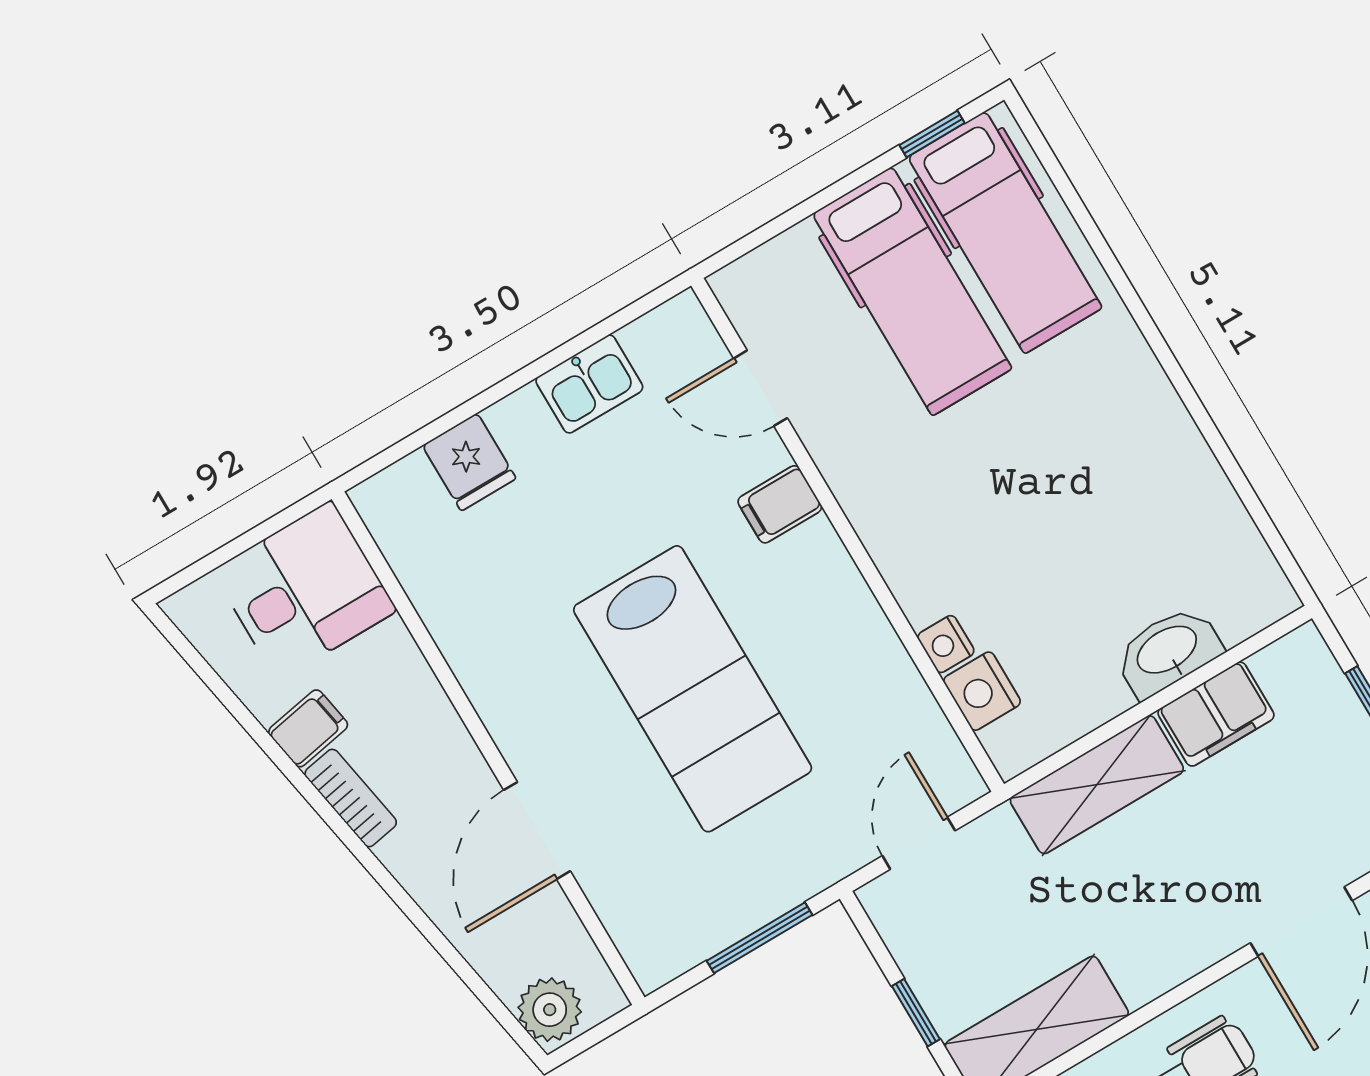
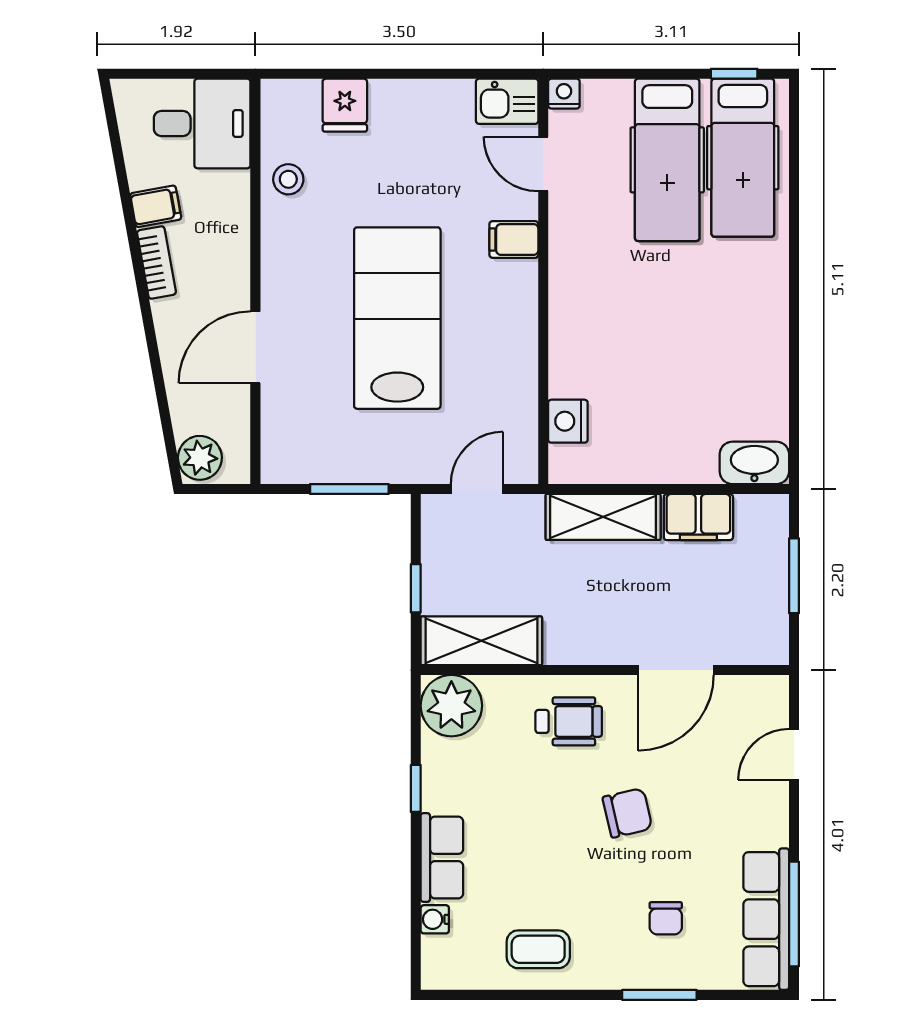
kitchen sink: (589, 384) -> (507, 101), moved
stool: (454, 596) -> (288, 179), added
nightstand: (946, 644) -> (564, 94), moved, turned 90
washbasin: (1168, 651) -> (754, 463), moved
lab bench: (693, 689) -> (397, 318), turned 180

